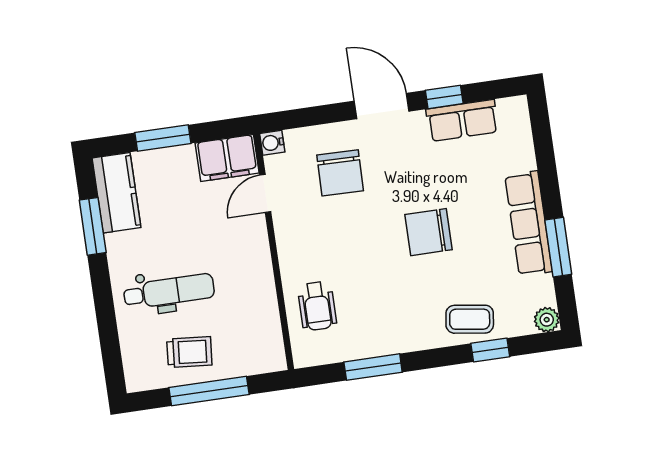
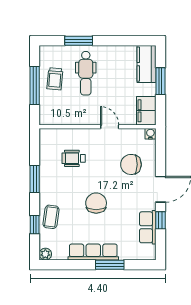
kitchen counter: (117, 193) -> (147, 64), moved, turned 90
door: (265, 193) -> (110, 127), moved
window: (93, 226) -> (79, 41), moved
window: (558, 247) -> (110, 265), moved
wheelchair: (317, 306) -> (74, 158), moved
window: (373, 367) -> (35, 179), moved

